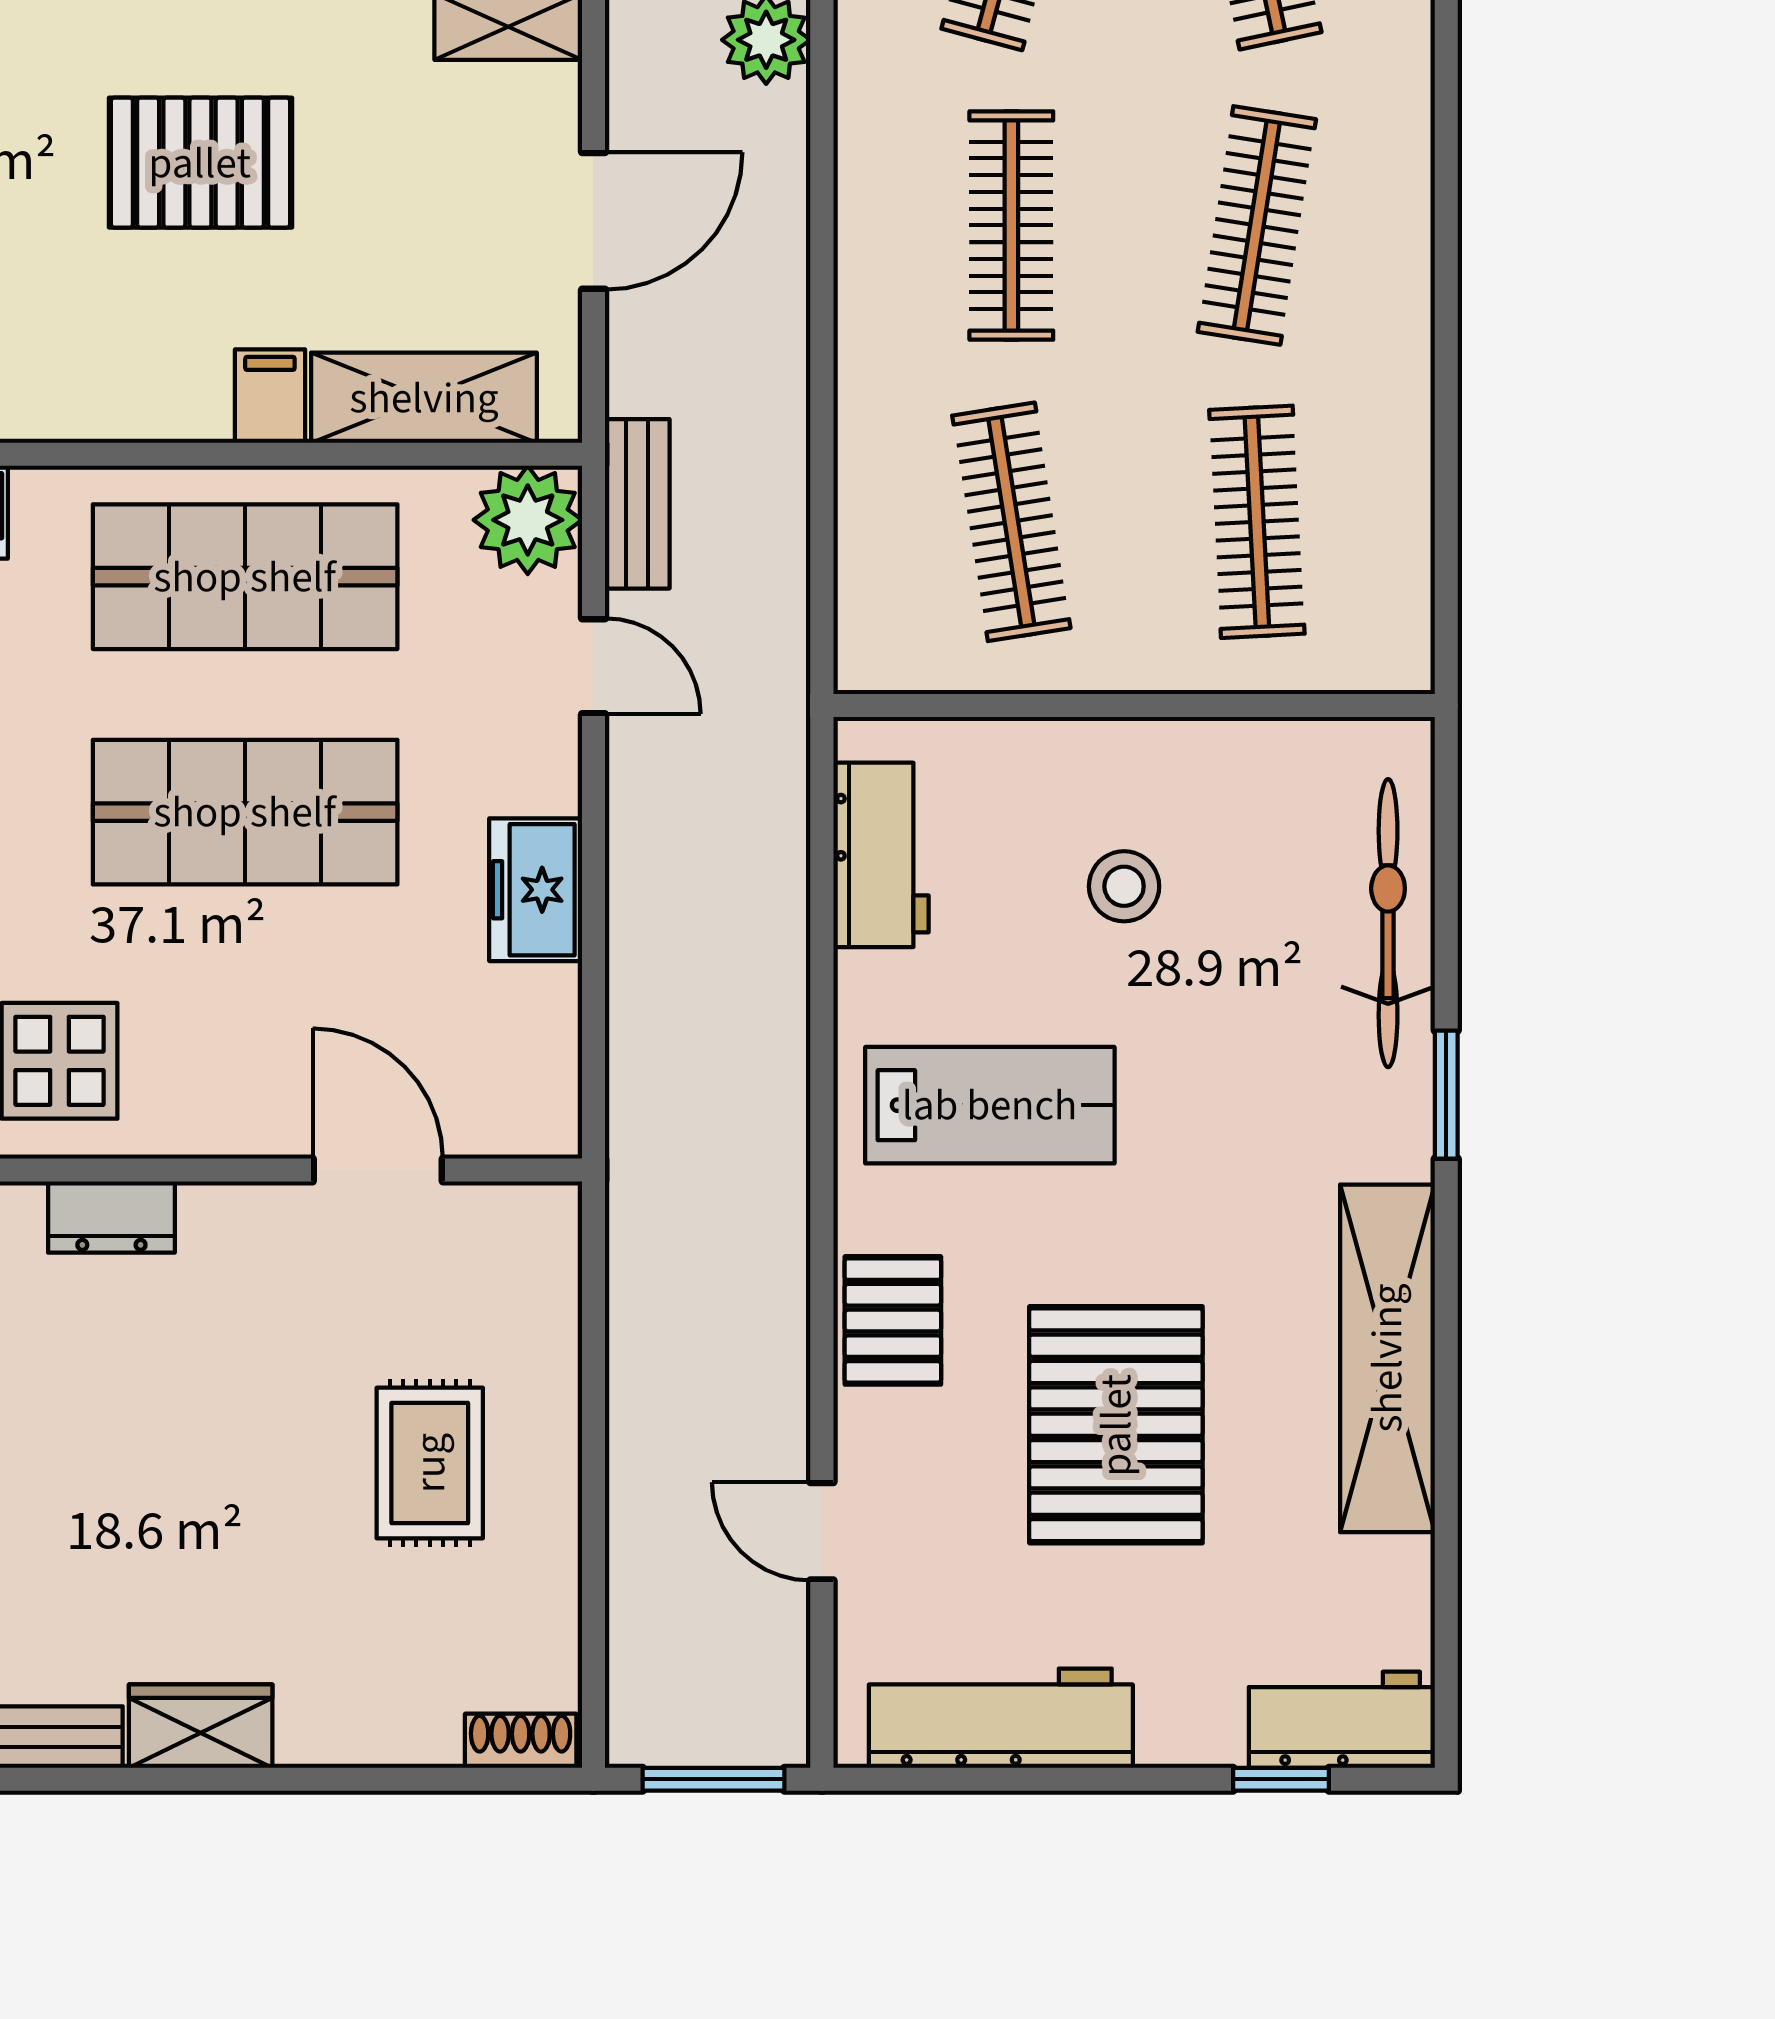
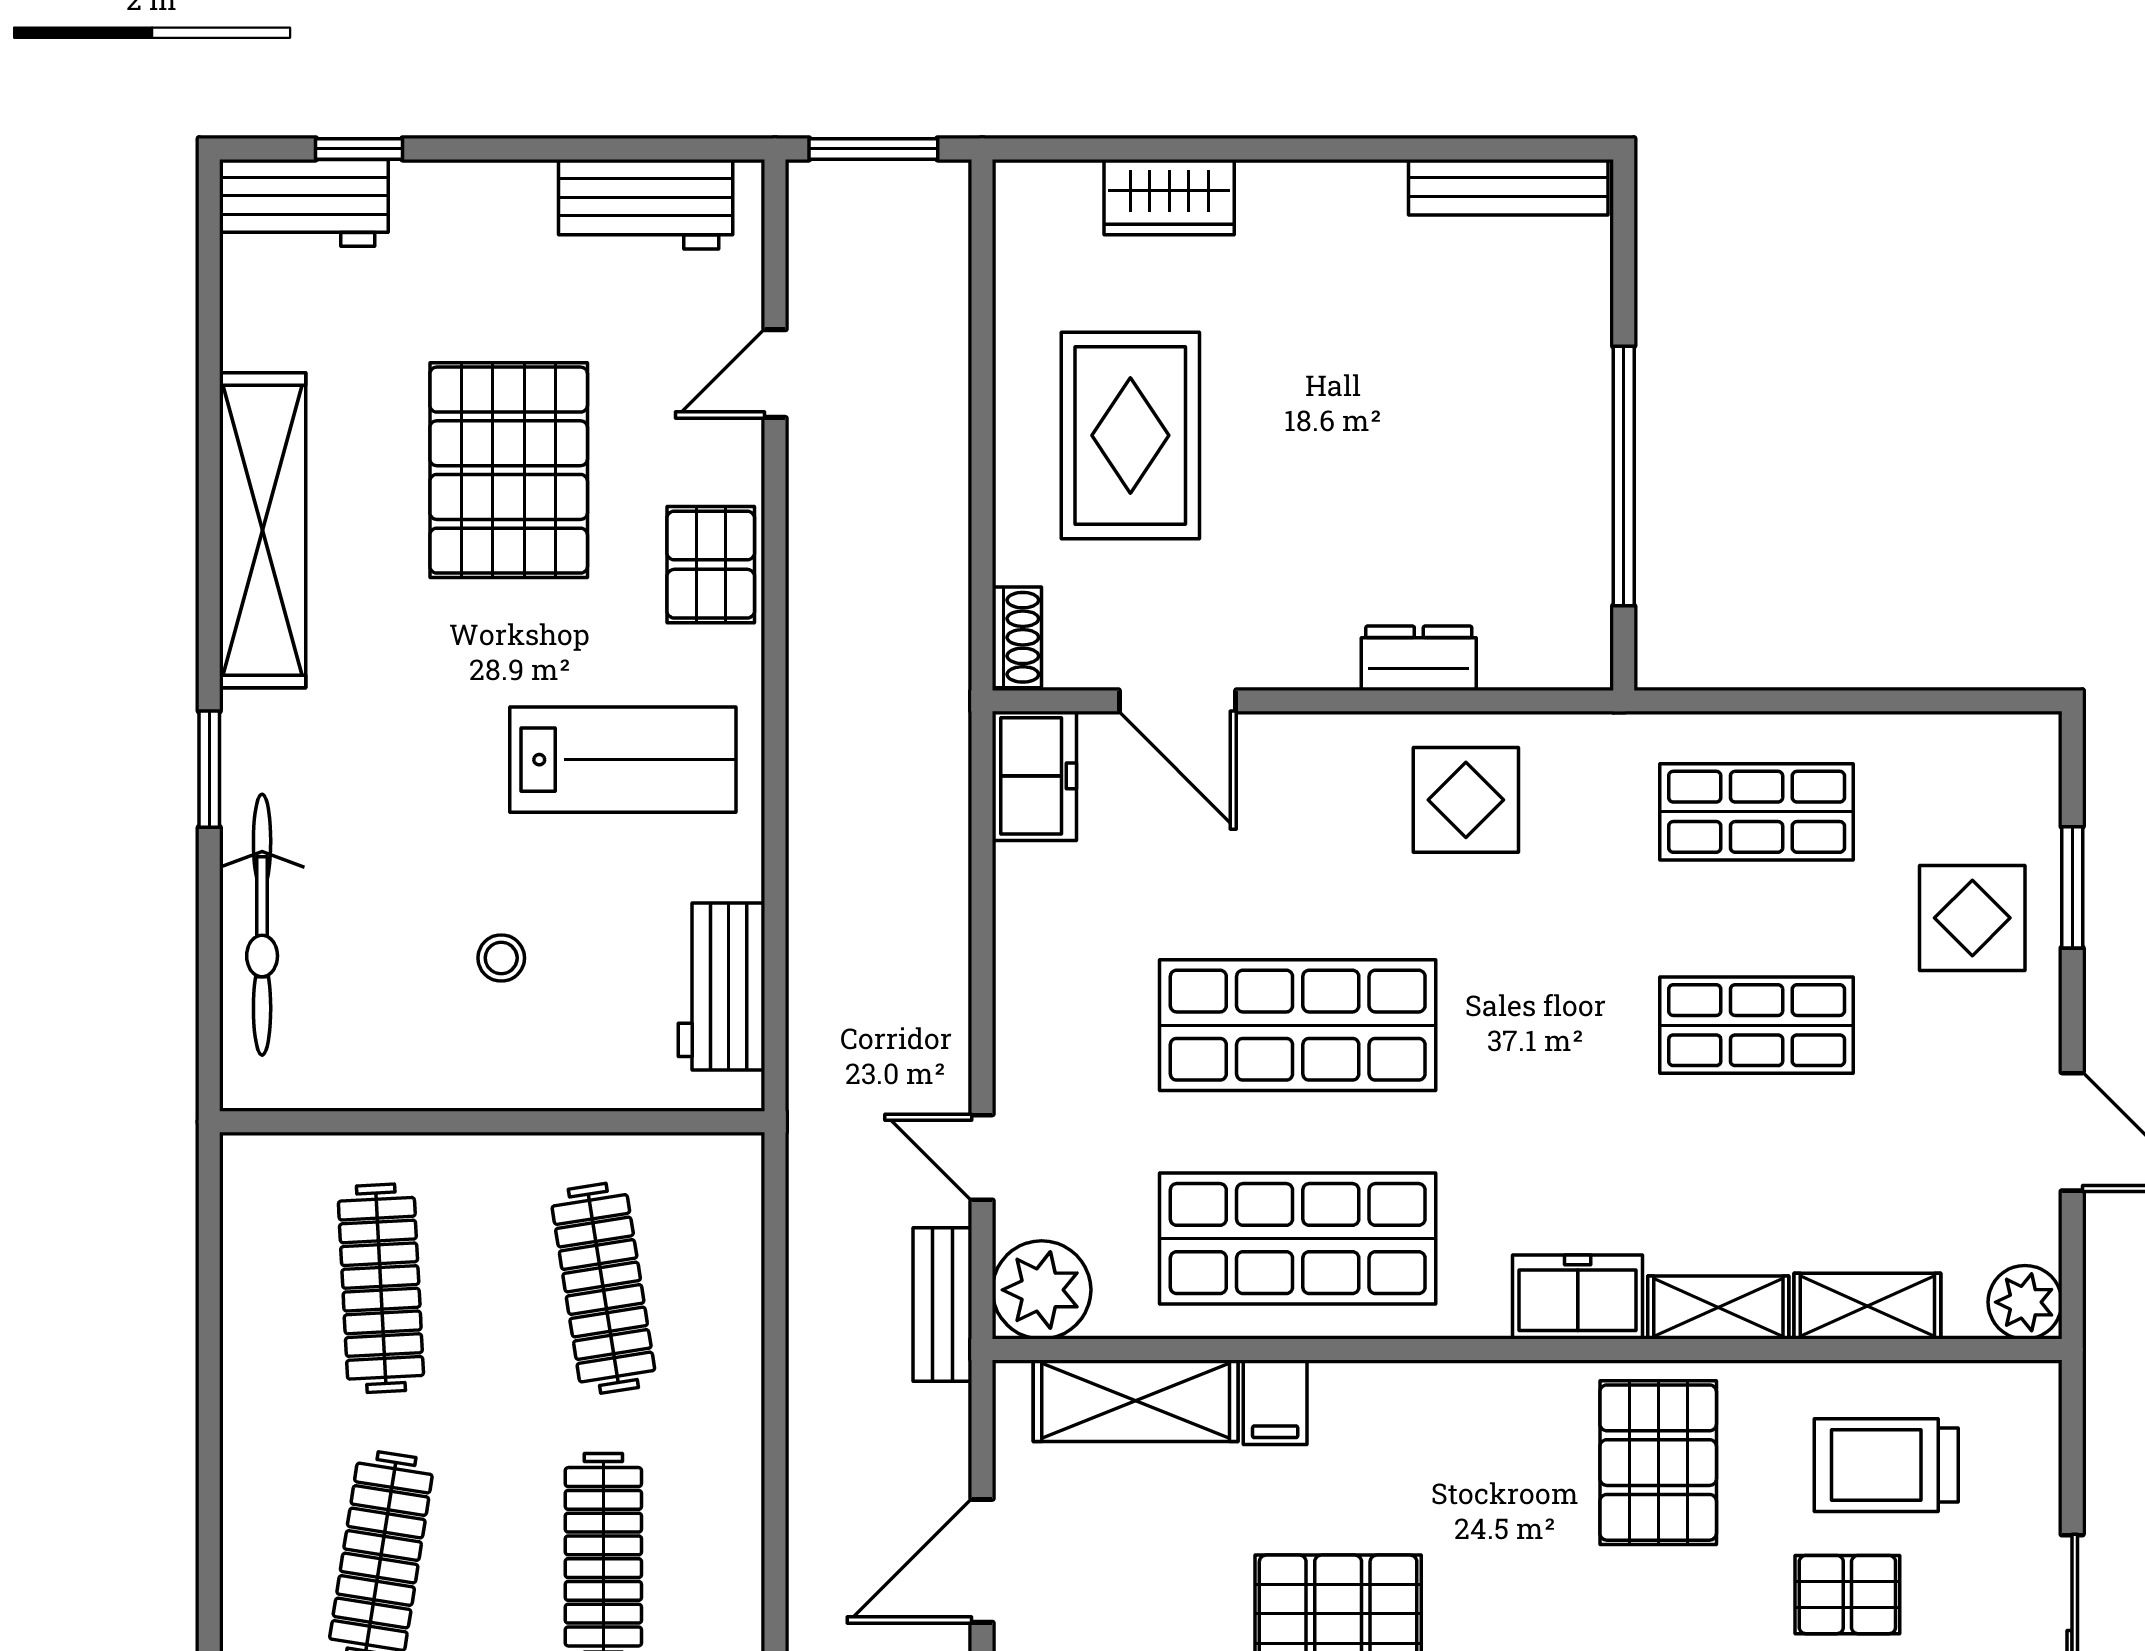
stool: (1124, 886) -> (501, 958), width x0.73, depth x0.73
freezer: (536, 890) -> (1034, 776), moved
lab bench: (990, 1105) -> (623, 760), turned 180
rug: (430, 1463) -> (1130, 435), width x1.36, depth x1.43
door: (822, 1531) -> (775, 374), swing flipped
workbench: (1001, 1718) -> (646, 204), width x0.73
wardrobe: (201, 1726) -> (1169, 197), moved
shoe rack: (521, 1741) -> (1017, 637), moved, turned -90

